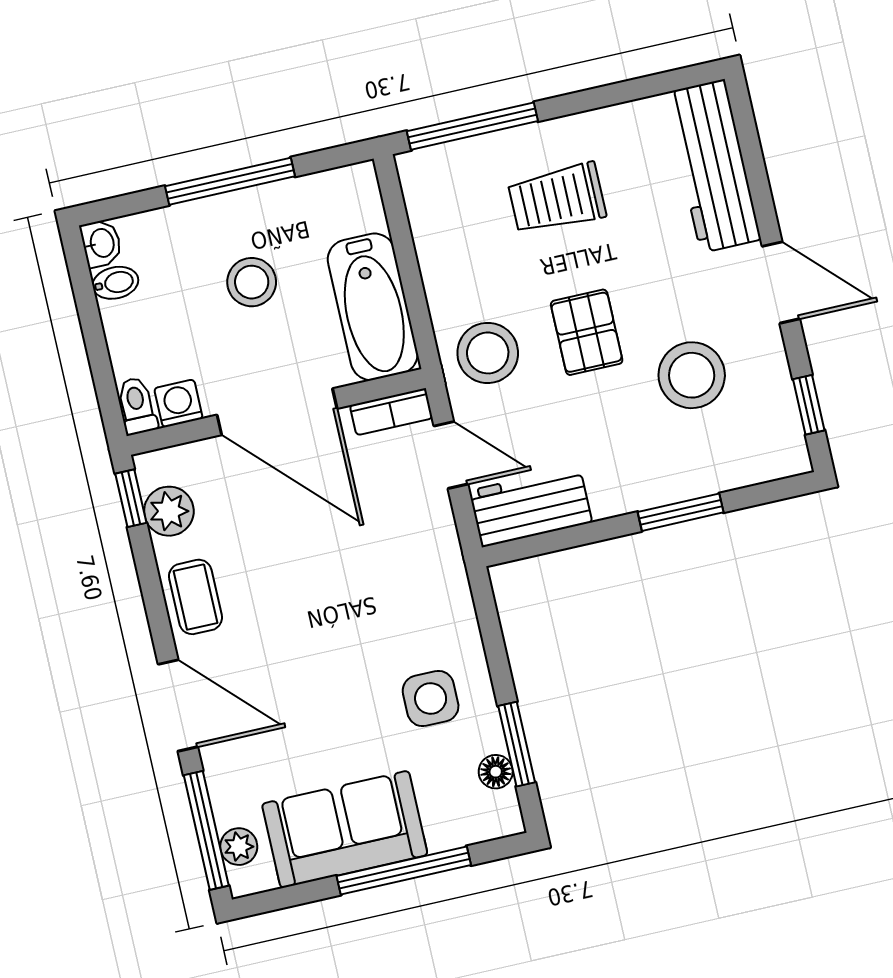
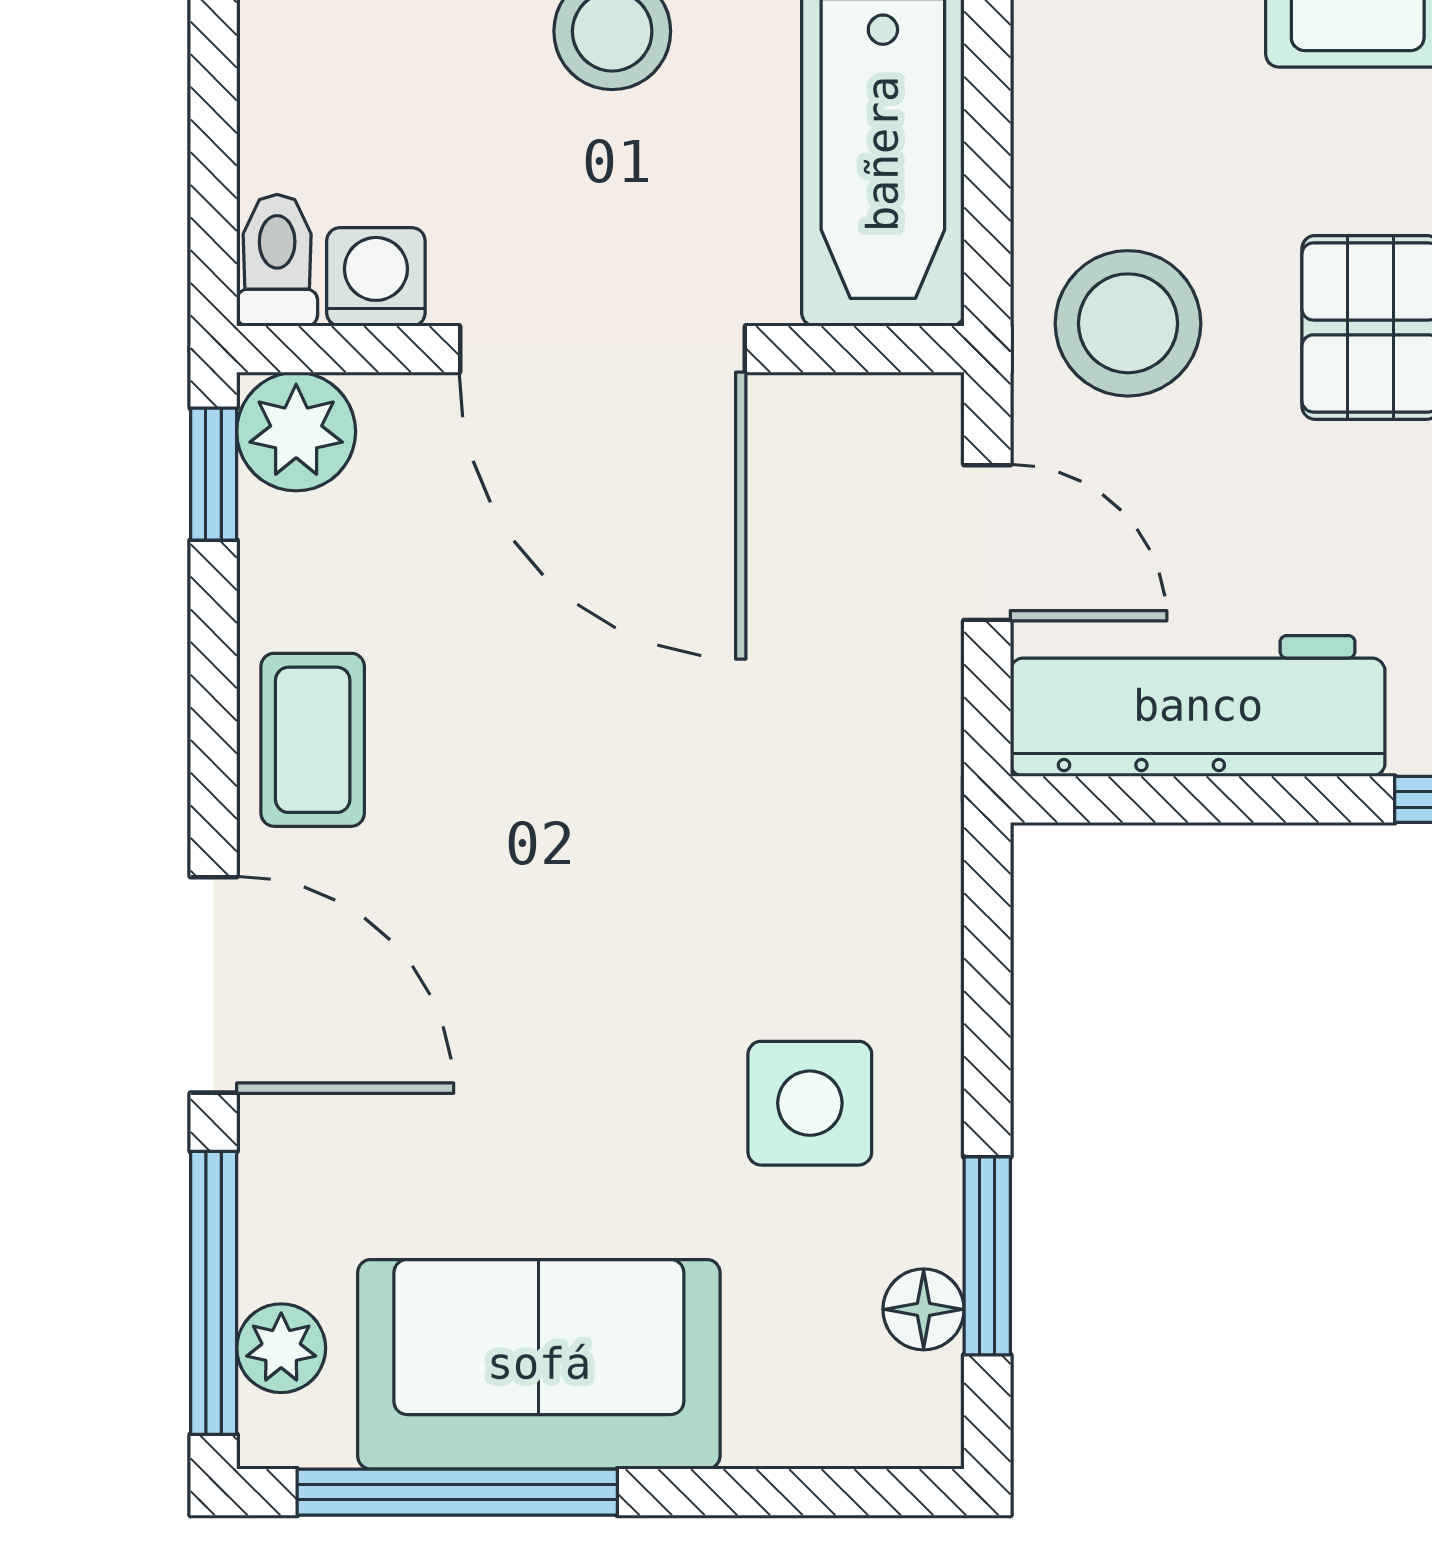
bookcase: (391, 412) -> (870, 410), removed
workbench: (530, 506) -> (1198, 706), width x1.37
plant: (169, 511) -> (296, 432), moved
window: (404, 870) -> (457, 1492), moved

